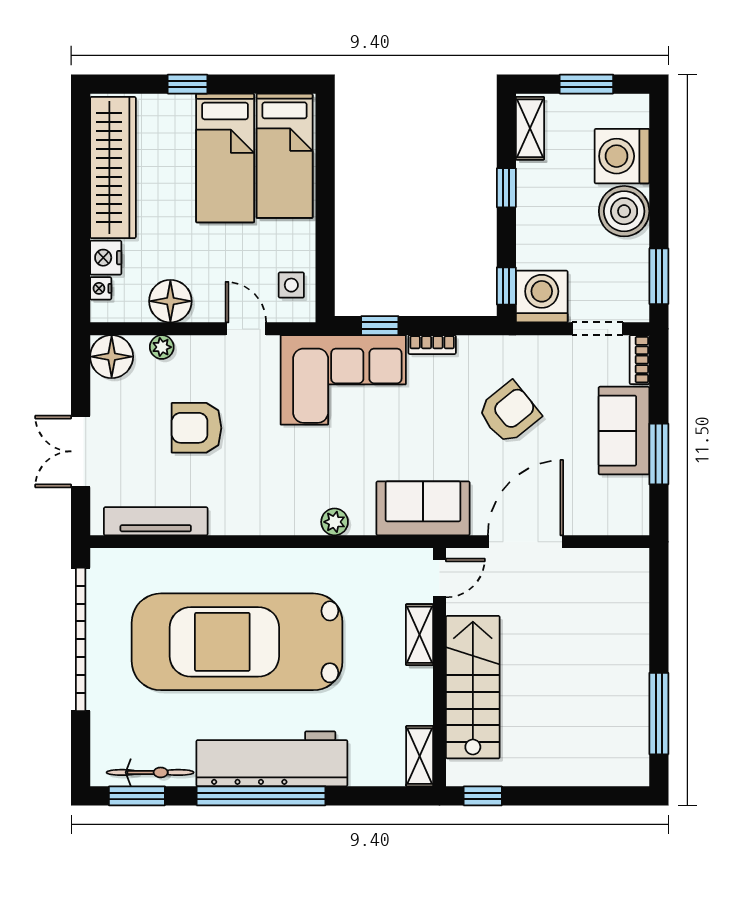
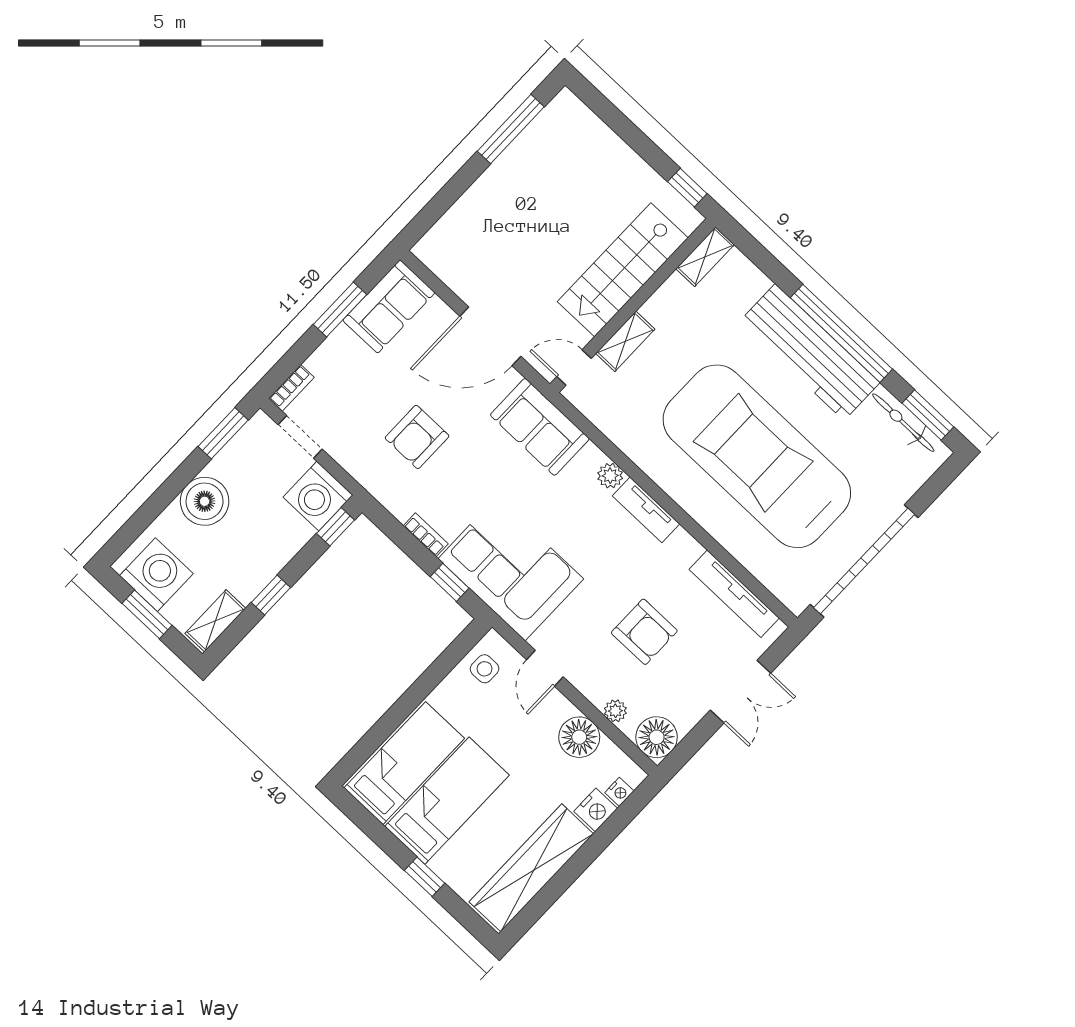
washing machine: (622, 156) -> (156, 575), moved, turned -90
armchair: (509, 413) -> (417, 437), turned -51
sofa: (624, 431) -> (389, 306), moved
tv unit: (283, 522) -> (646, 510), added
car: (237, 642) -> (757, 456), turned 180

